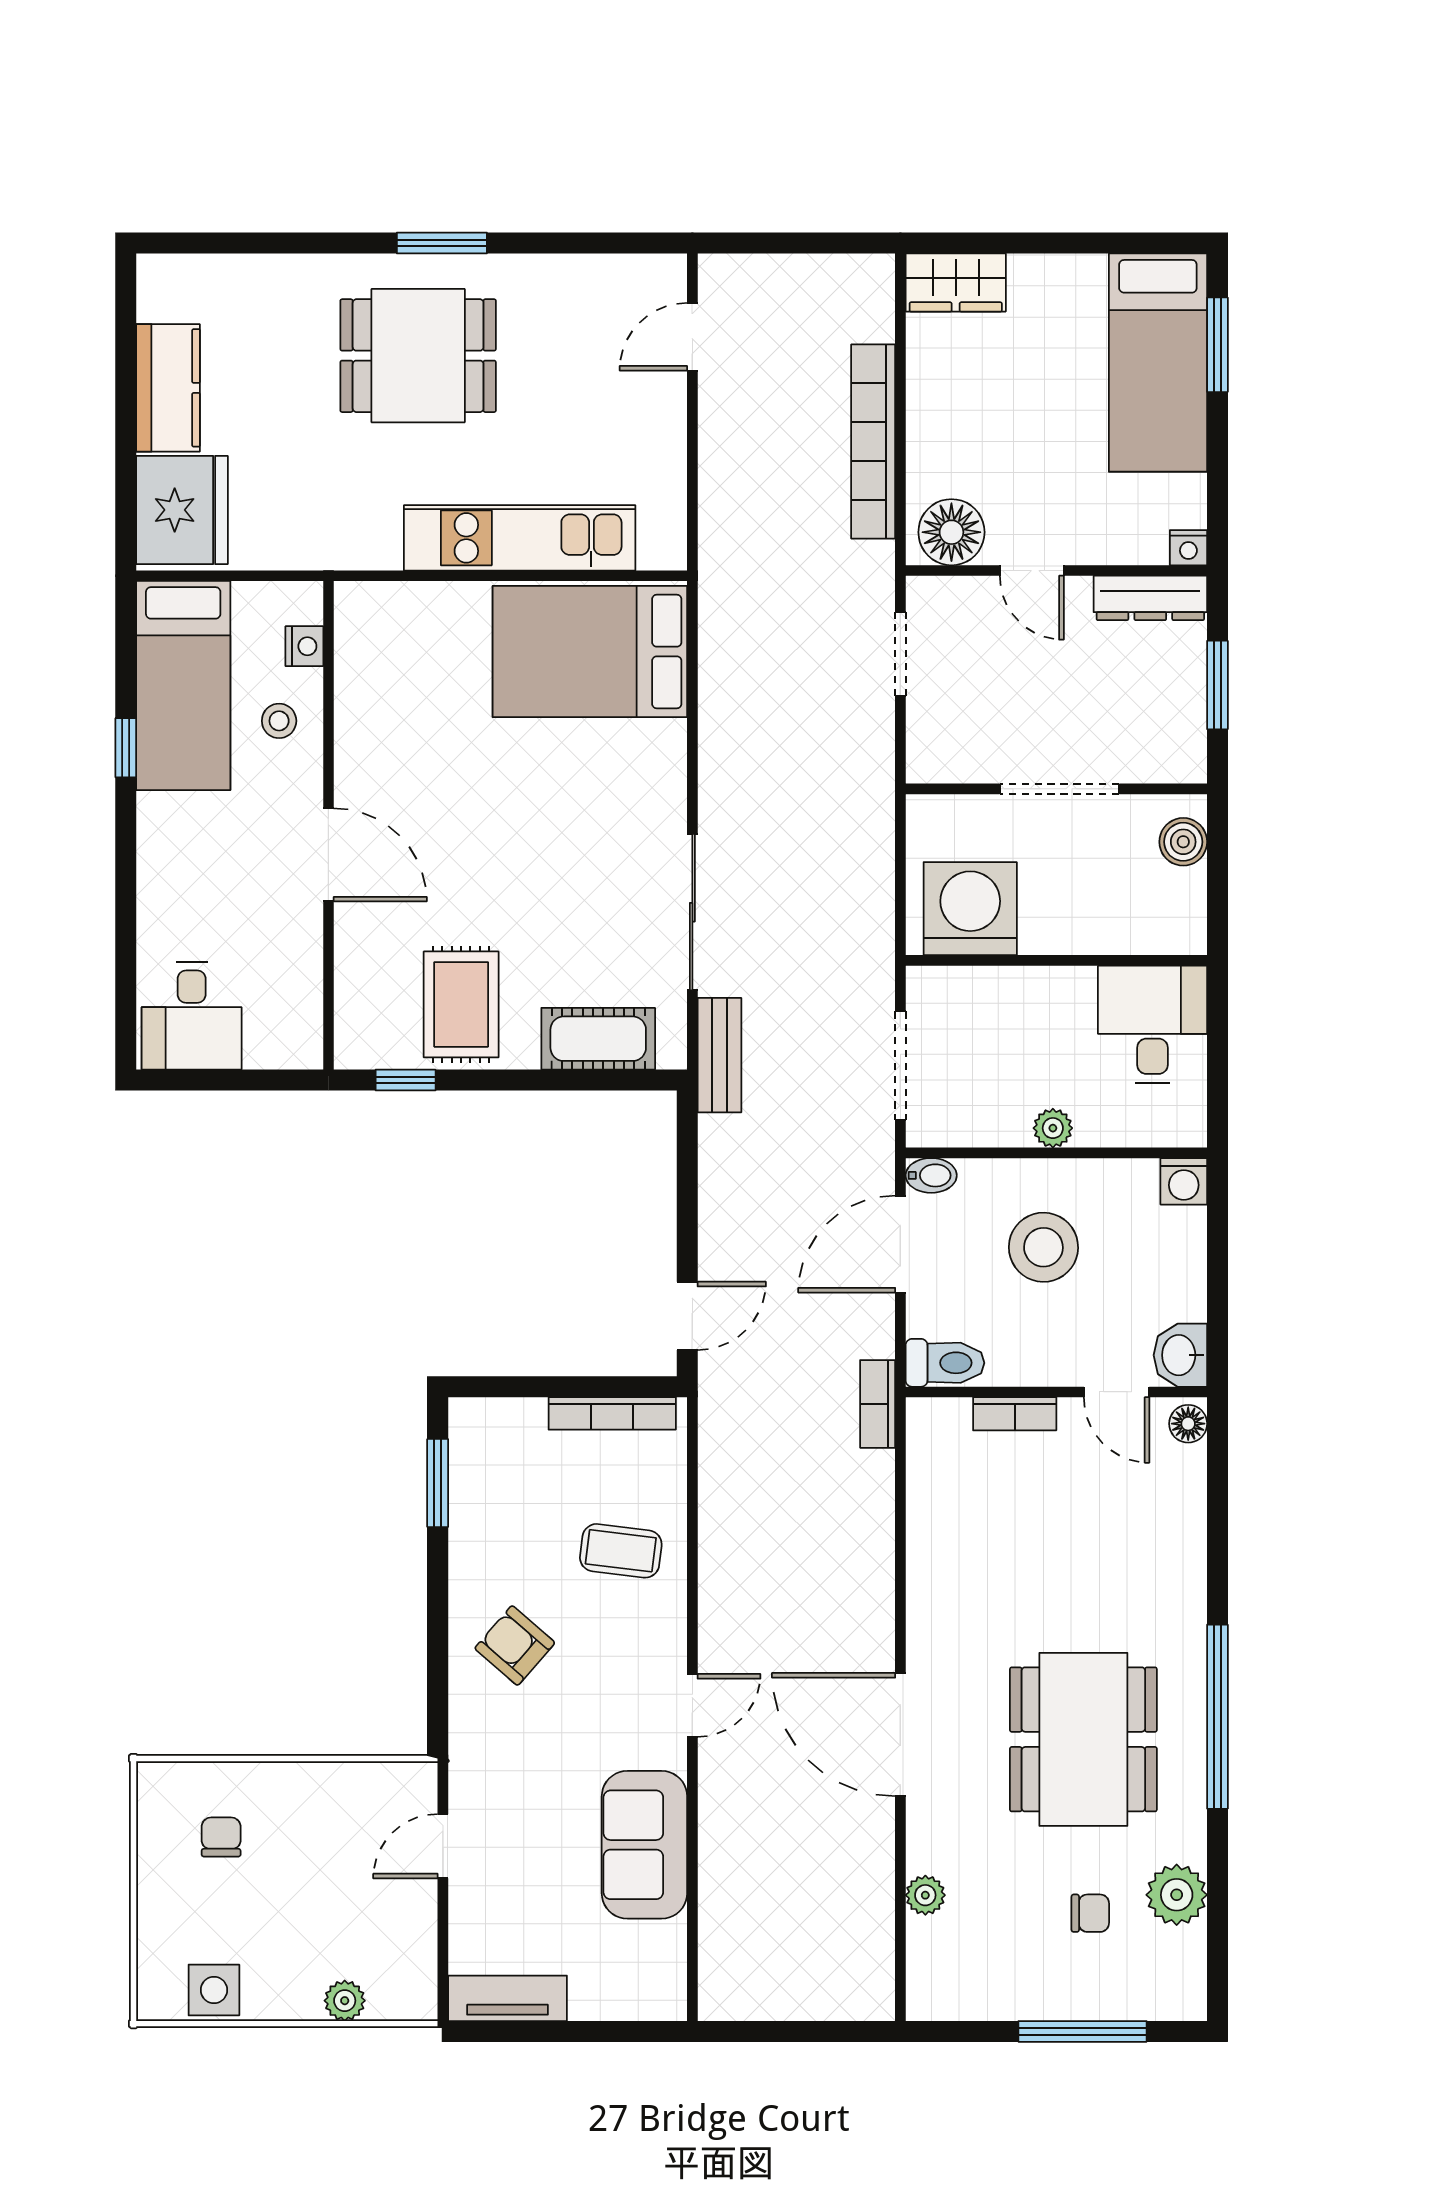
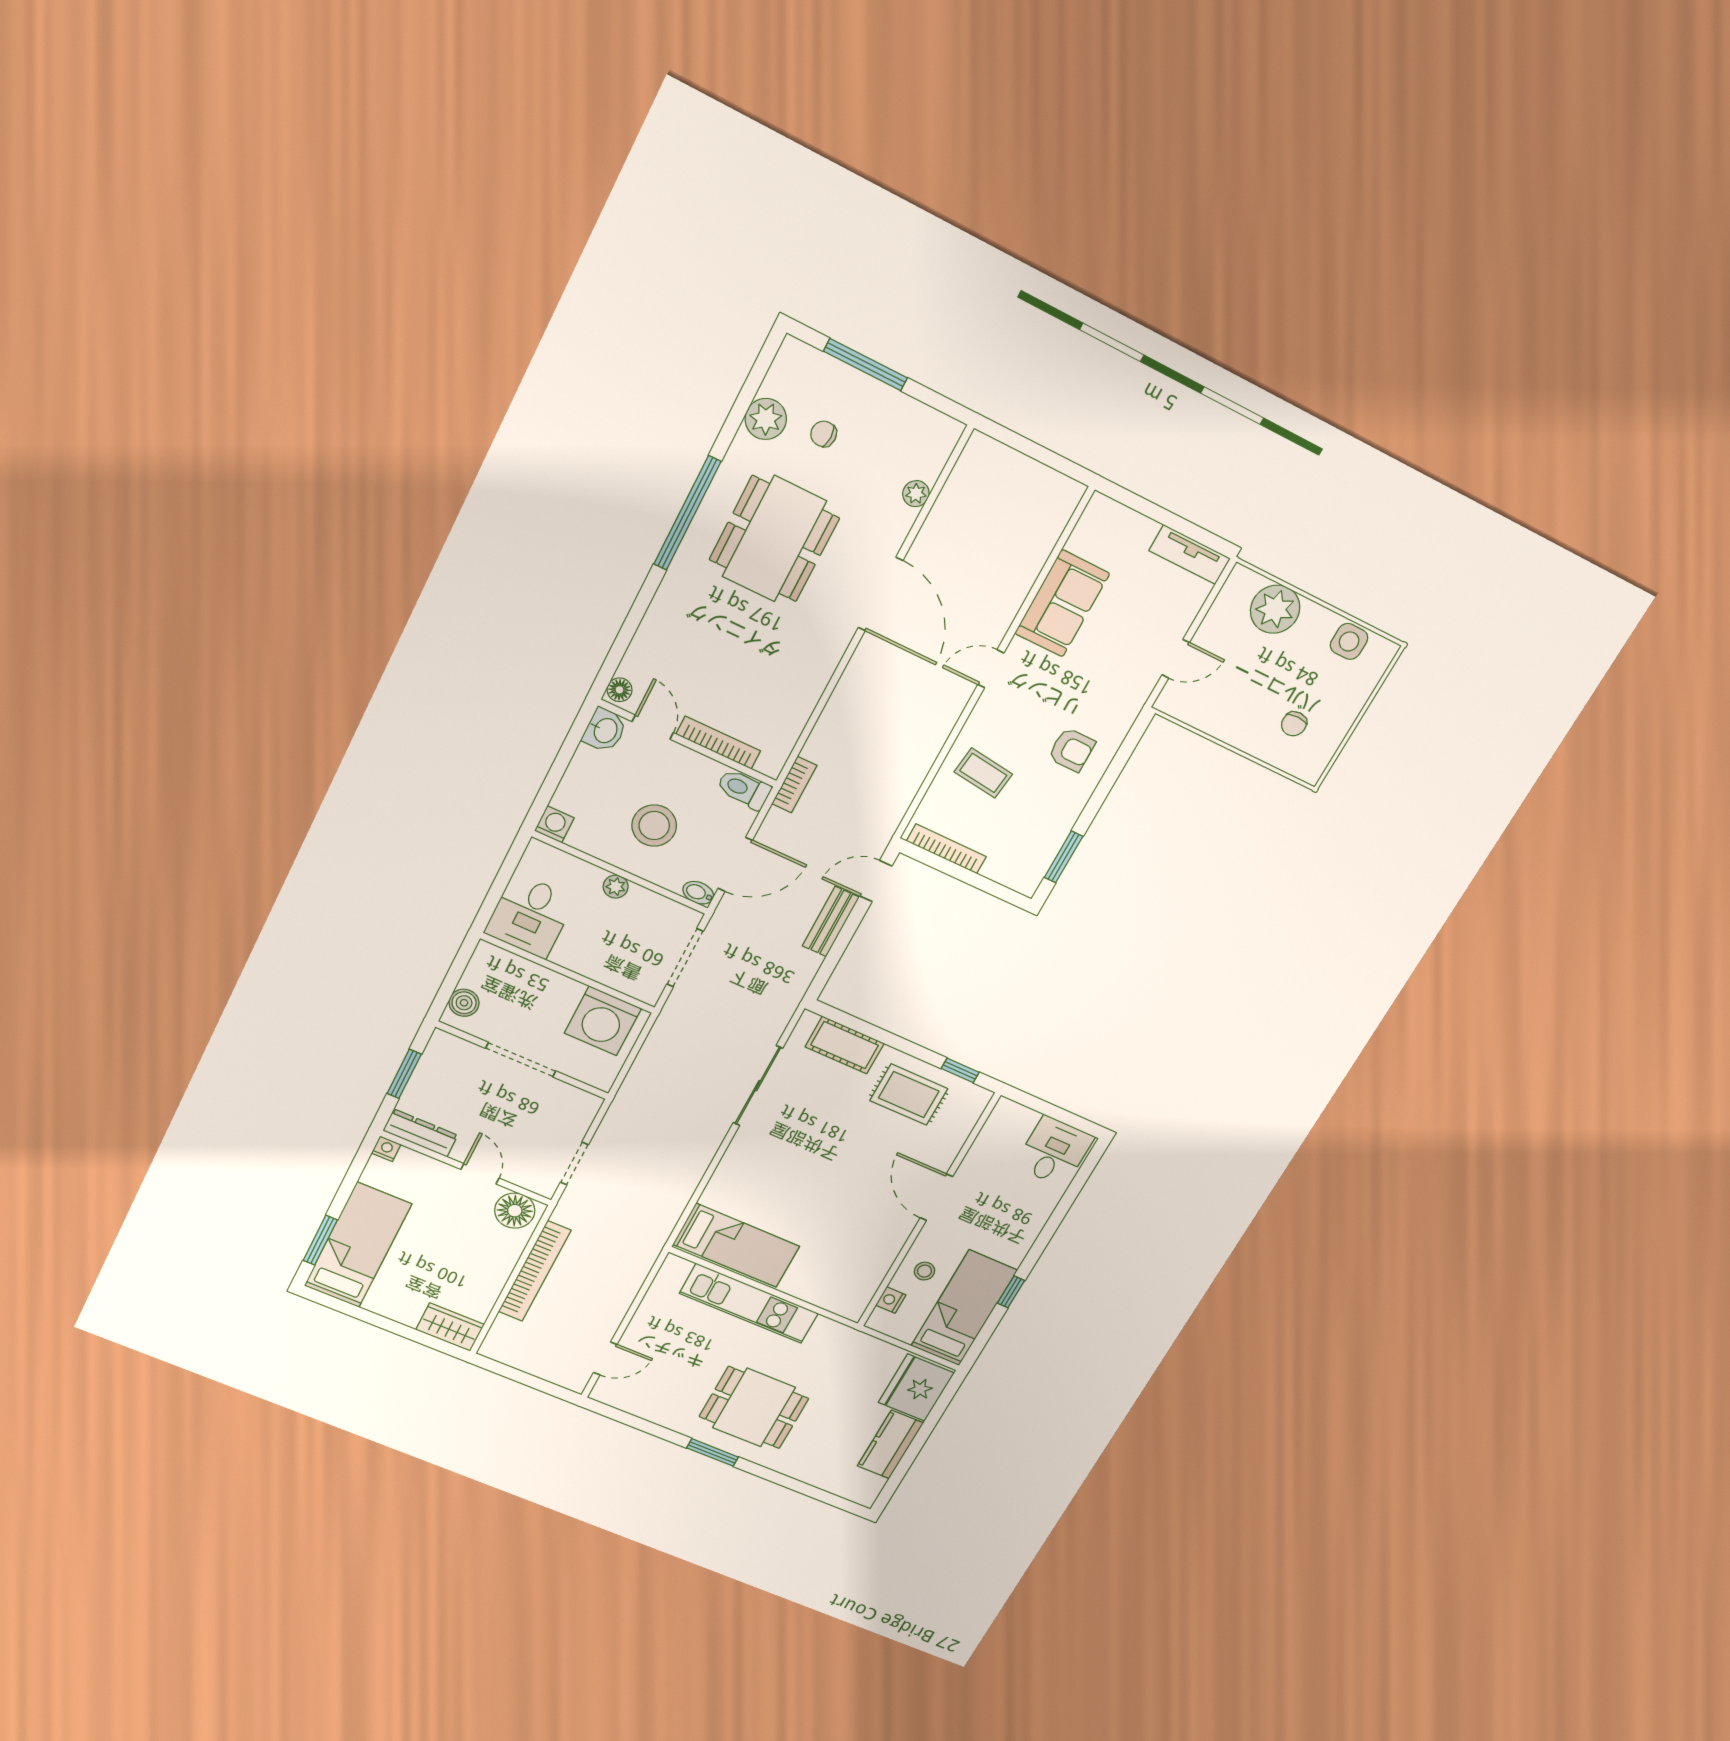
bed: (590, 651) -> (736, 1245), width x0.67
rug: (461, 1004) -> (909, 1095), turned 90
bench: (719, 1055) -> (831, 922), moved
bookcase: (1015, 1414) -> (718, 743), width x1.56
armchair: (515, 1646) -> (1072, 750), turned -41
plant: (345, 2001) -> (1275, 609), width x1.87, depth x1.87

